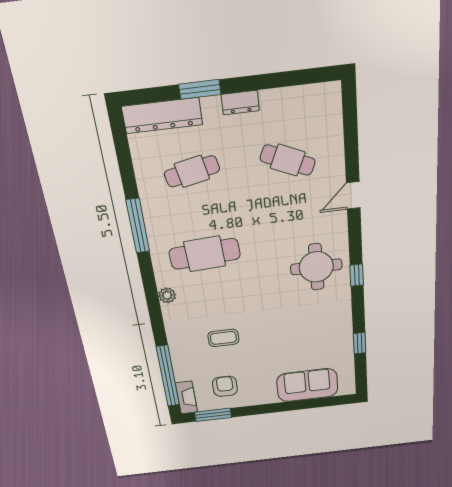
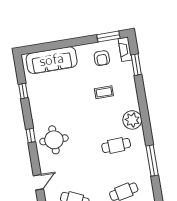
cafe table: (205, 254) -> (116, 145), width x0.73, depth x0.74
plant: (167, 295) -> (132, 120), width x1.88, depth x1.88
window: (168, 376) -> (136, 65), width x0.47
sofa: (307, 385) -> (52, 60), width x1.36

